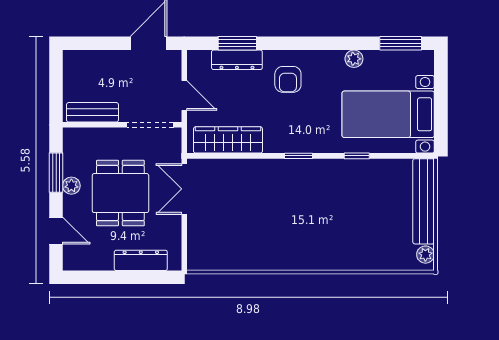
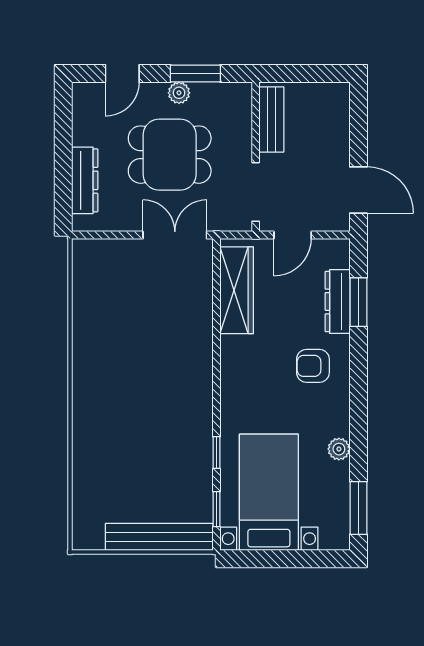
window: (298, 156) -> (216, 509), moved
plant: (425, 255) -> (92, 539), removed

